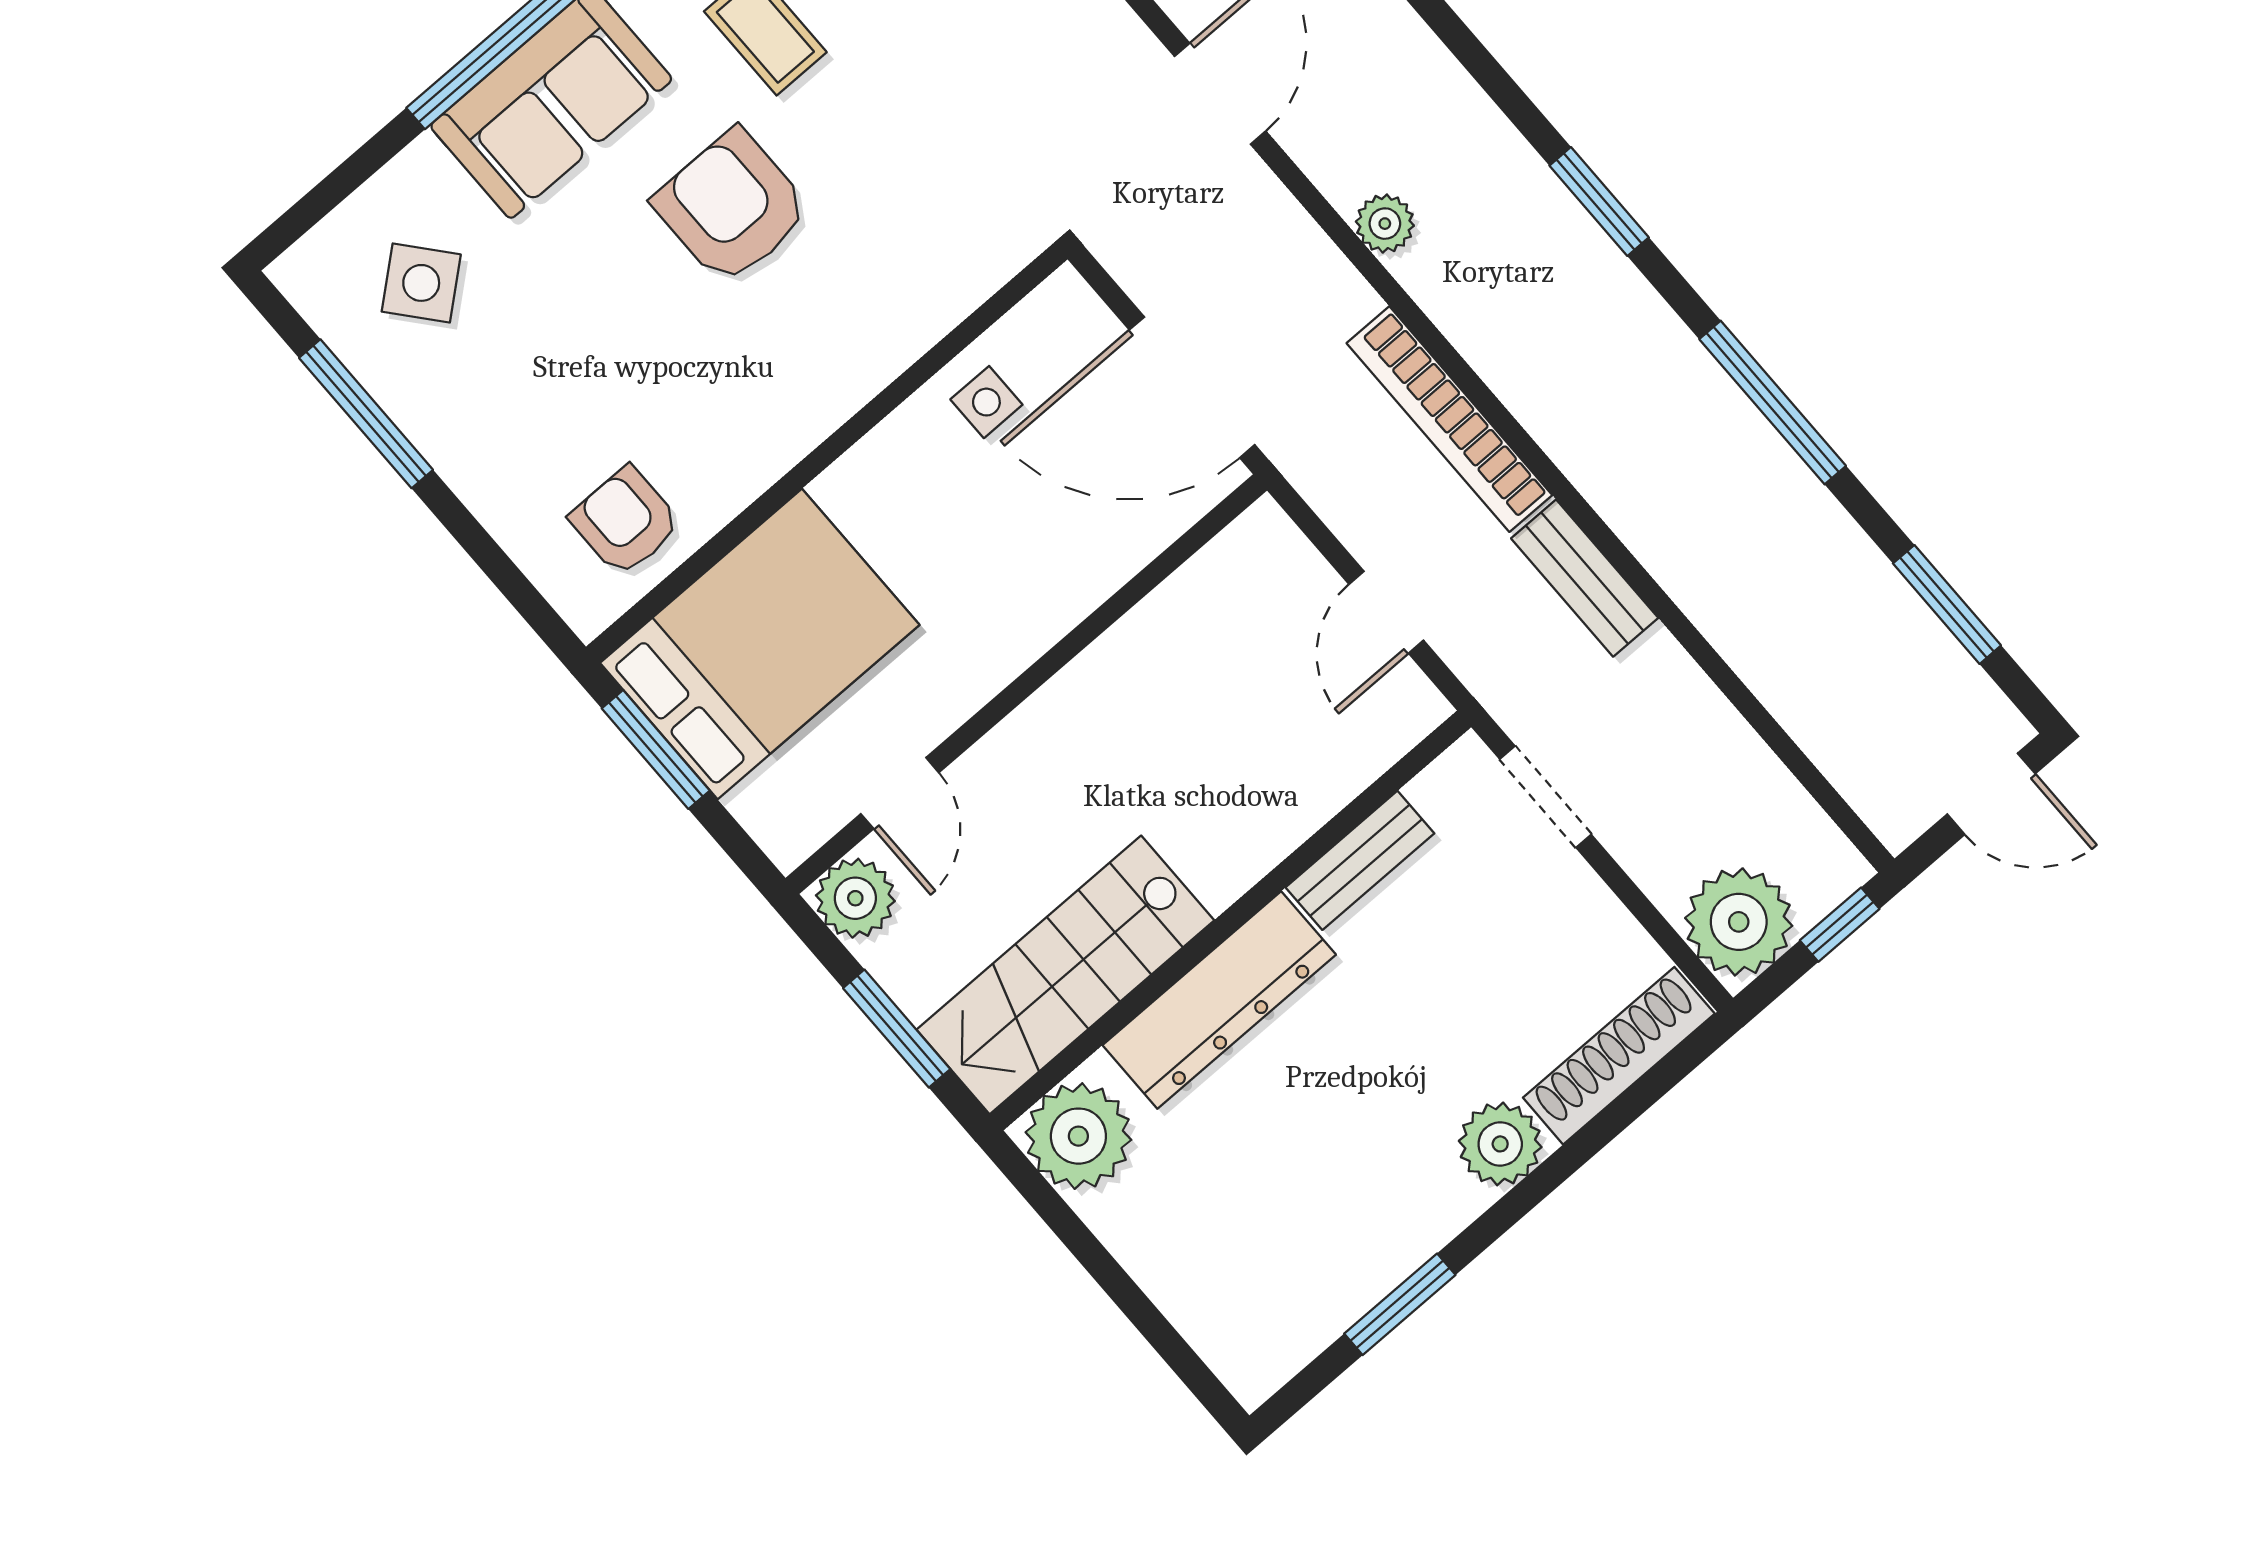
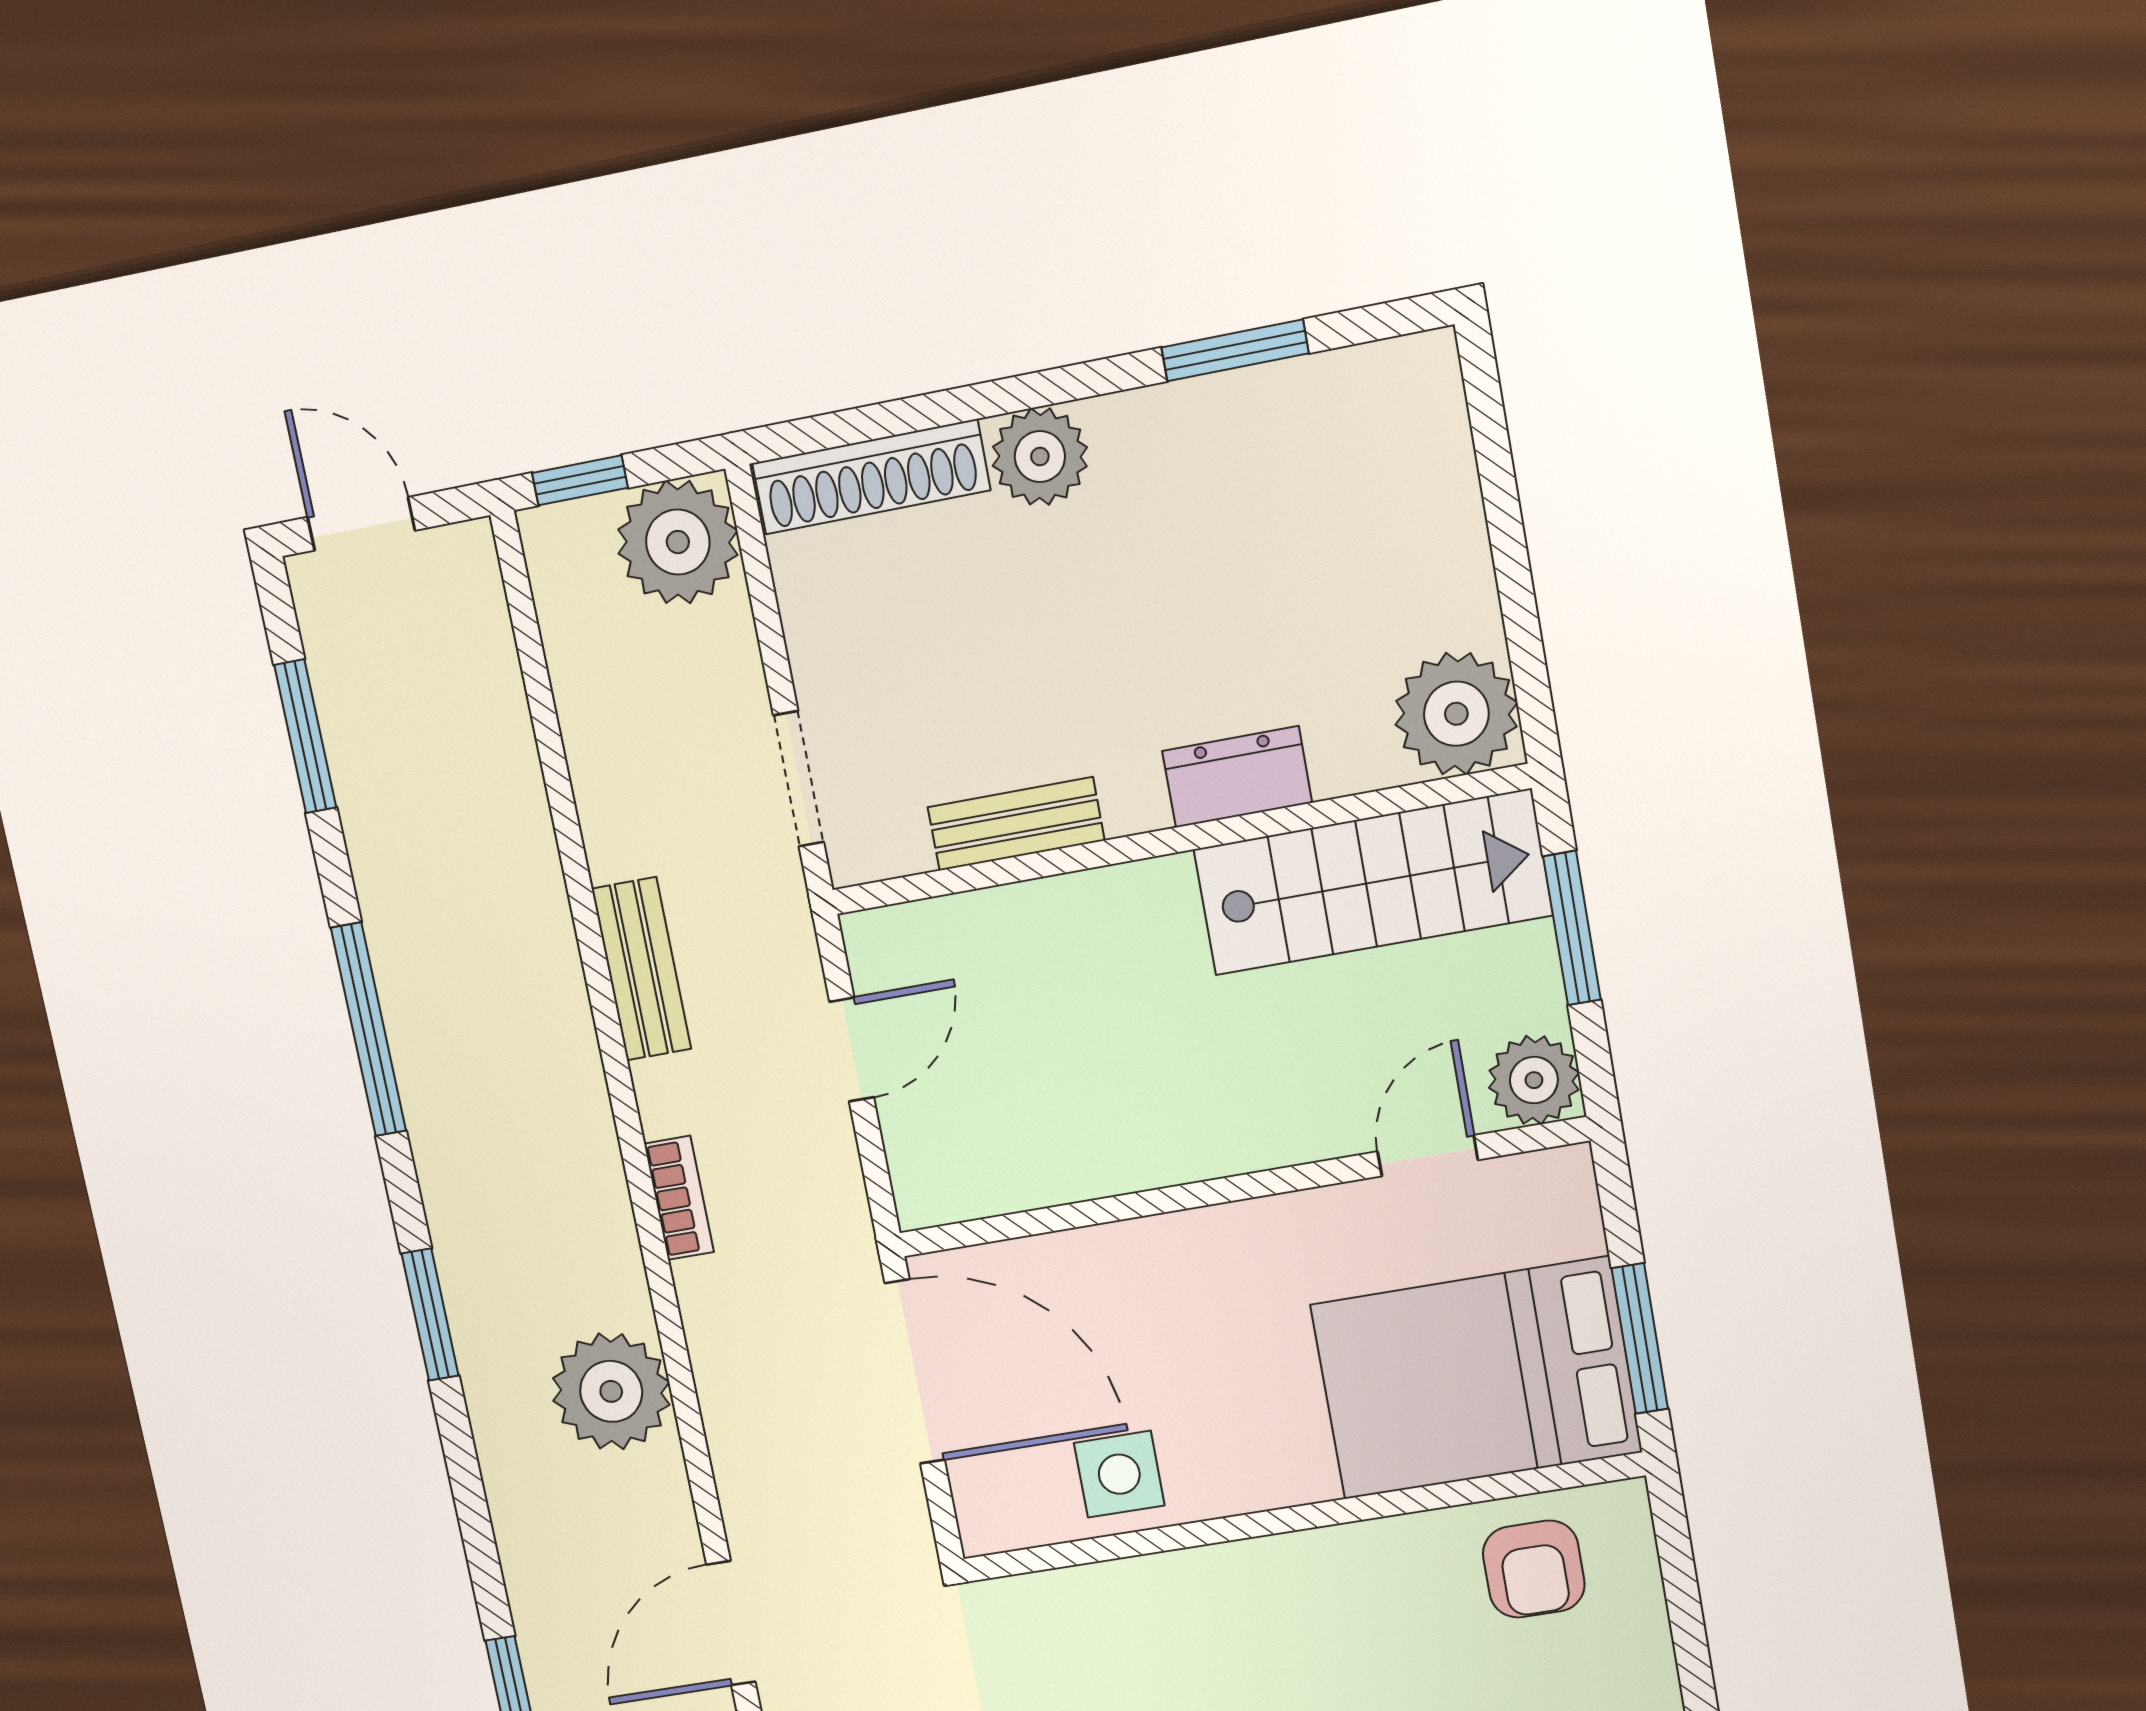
plant: (1385, 224) -> (611, 1391), width x1.87, depth x1.87
side table: (986, 402) -> (1119, 1474), width x1.37, depth x1.37
bookcase: (1449, 419) -> (679, 1198), width x0.43, depth x0.76
dresser: (1219, 1000) -> (1237, 777), width x0.51, depth x0.80

